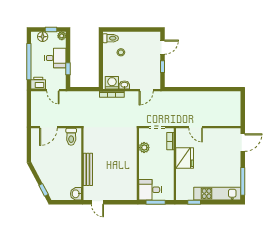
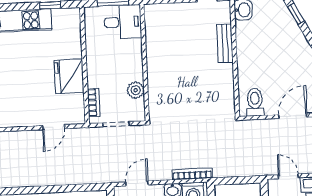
door: (196, 127) -> (54, 127), swing flipped
bench: (88, 169) -> (225, 43), width x0.73

